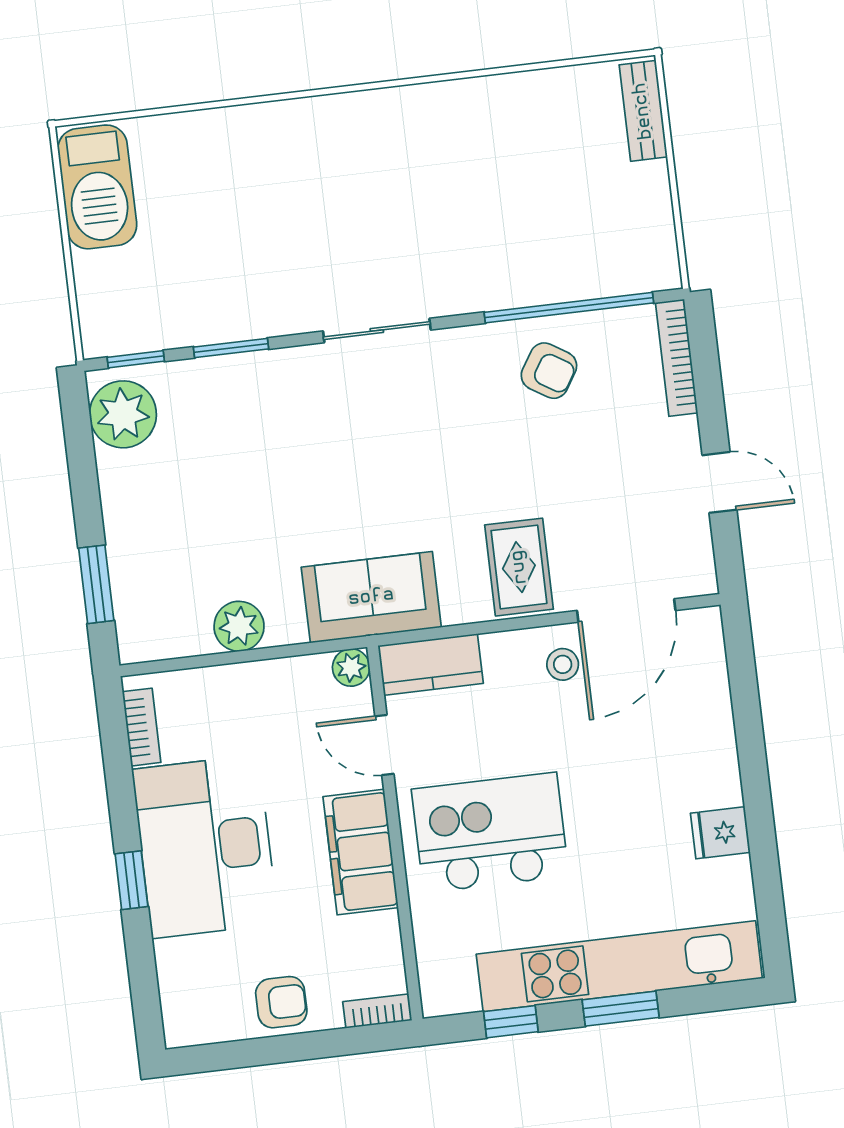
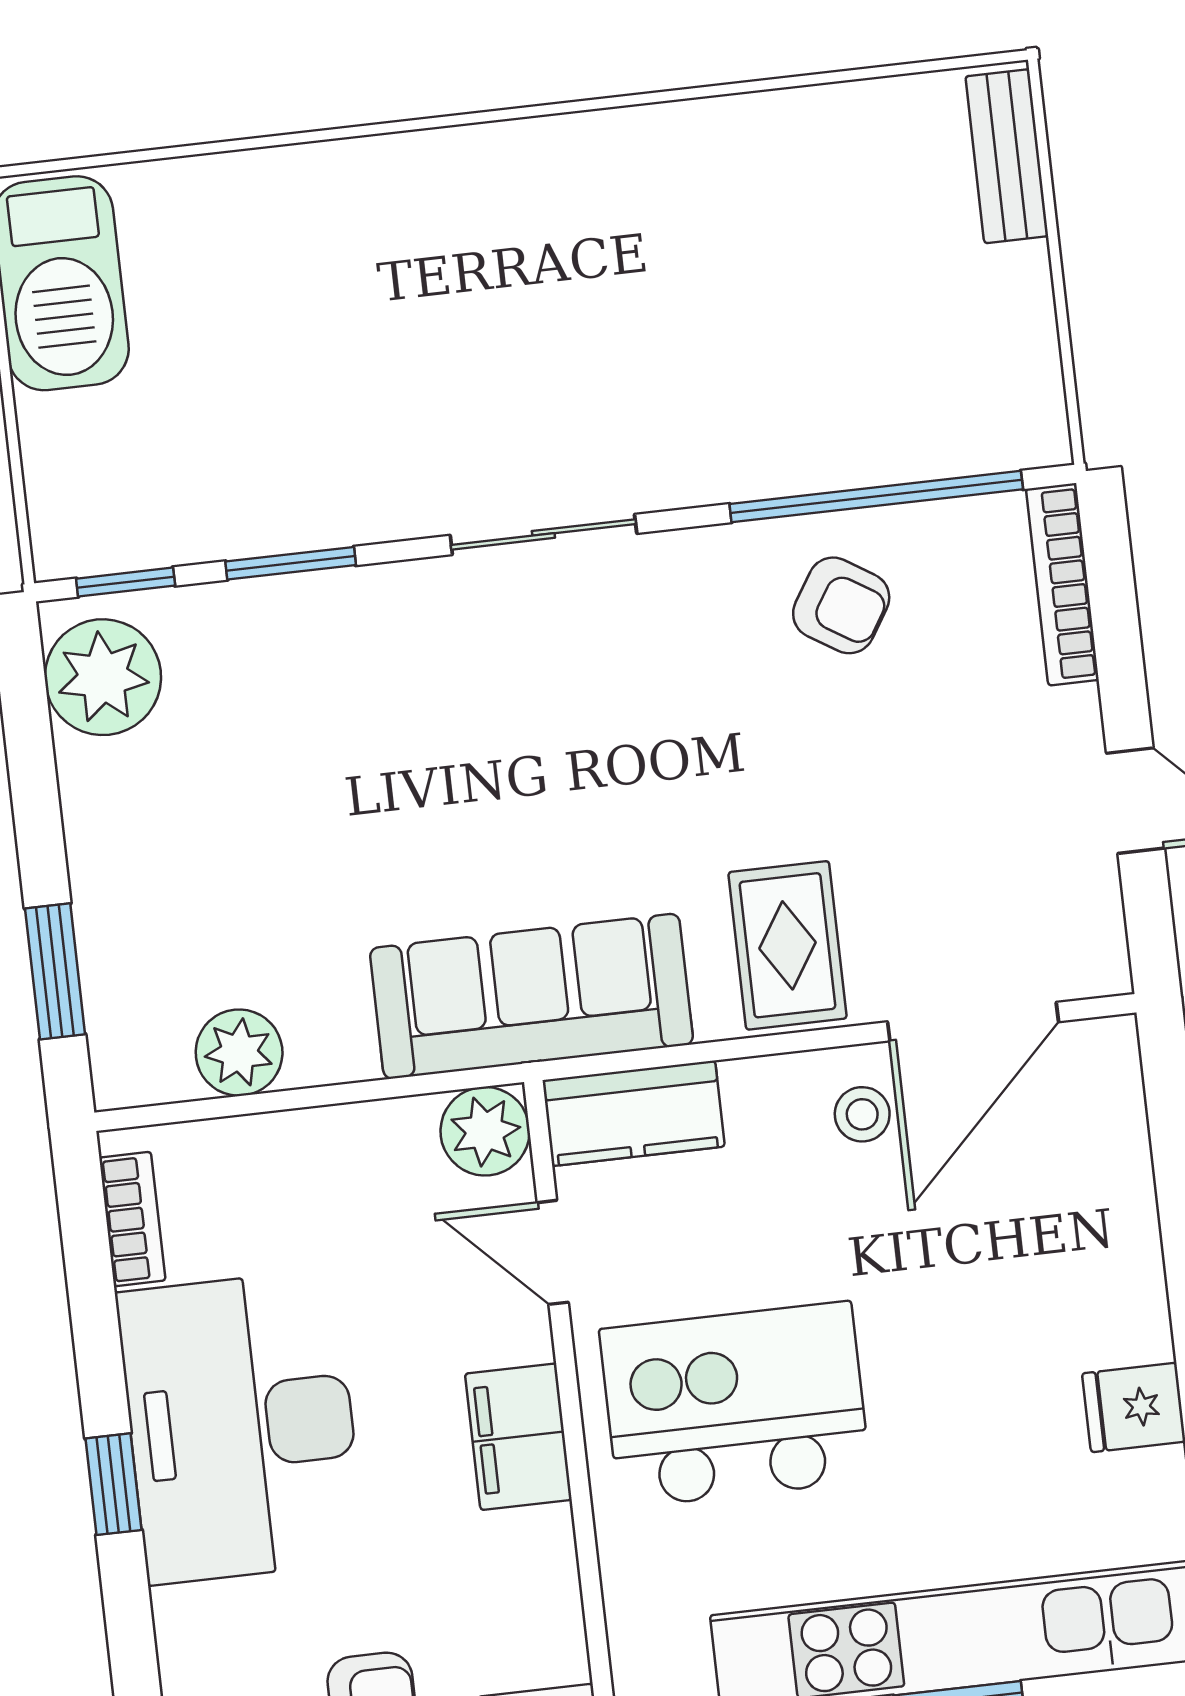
sofa: (371, 597) -> (531, 996), width x1.36
plant: (239, 626) -> (239, 1053), moved
plant: (351, 667) -> (485, 1131), width x1.38, depth x1.38
filing cabinet: (361, 852) -> (518, 1437), width x0.67, depth x0.86

